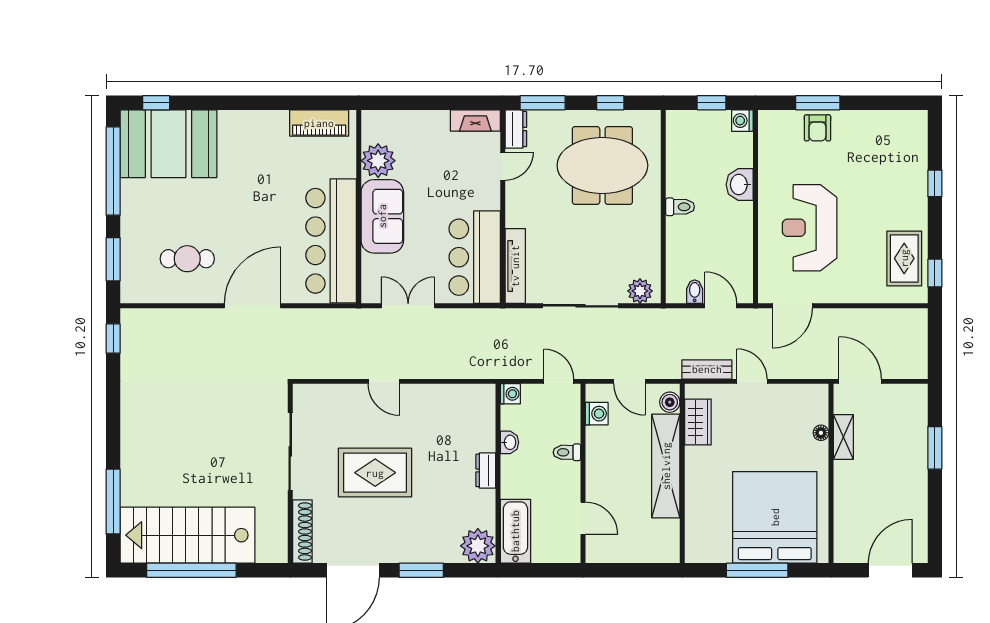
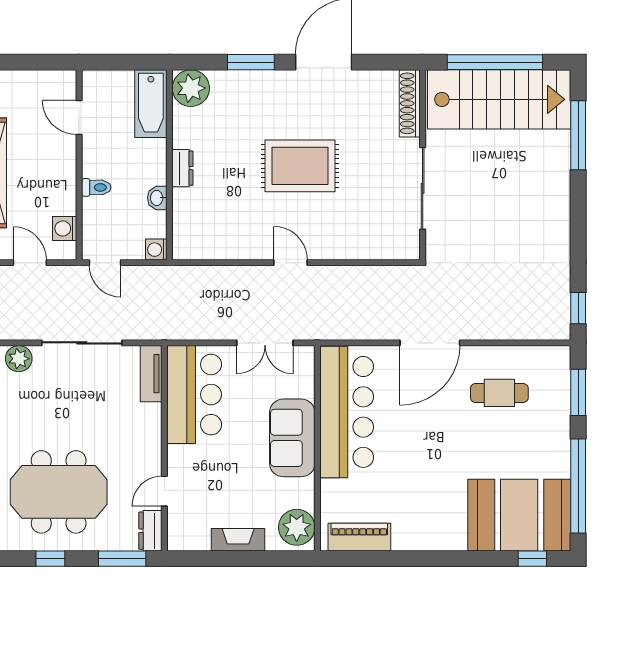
fireplace: (475, 121) -> (238, 540), moved
plant: (378, 161) -> (297, 527), moved
tv unit: (515, 266) -> (151, 374), width x0.71
sliding door: (290, 451) -> (423, 188), moved
wall: (290, 473) -> (423, 165), moved
shoe rack: (302, 532) -> (410, 103), moved

